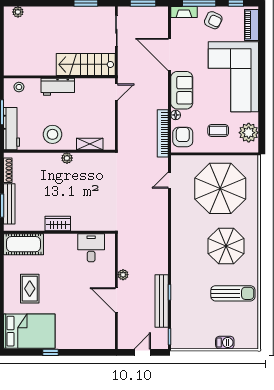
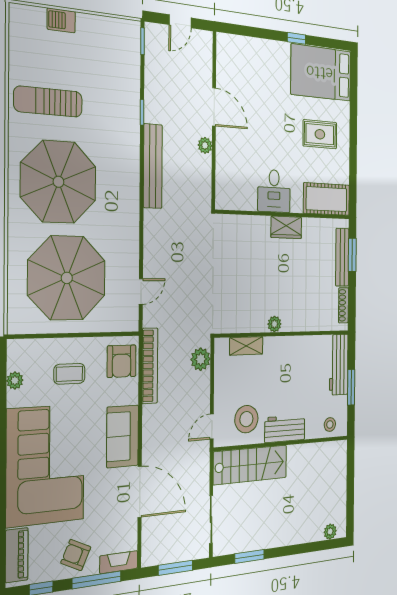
floor lamp: (176, 115) -> (132, 396), removed
plant: (249, 133) -> (15, 380), width x0.53, depth x0.53
stool: (52, 134) -> (246, 419), moved
plant: (125, 136) -> (201, 359), added
parasol: (226, 246) -> (58, 182), width x1.36, depth x1.36
desk: (91, 248) -> (274, 191), moved
rug: (30, 289) -> (320, 134), turned 90
bench: (162, 301) -> (153, 166), moved

